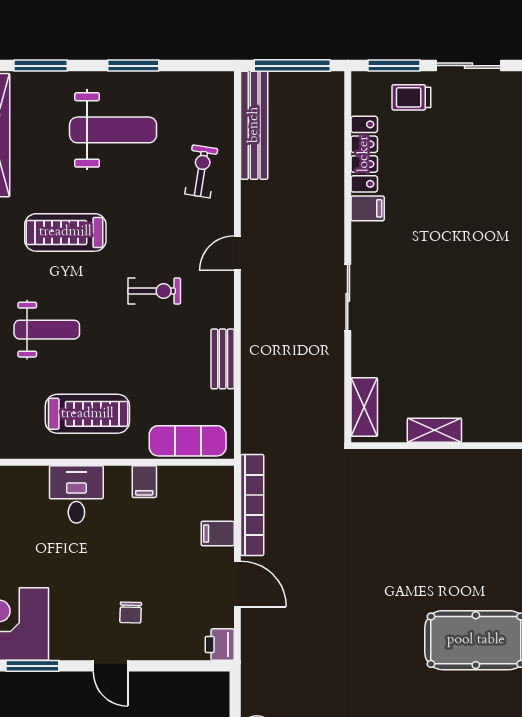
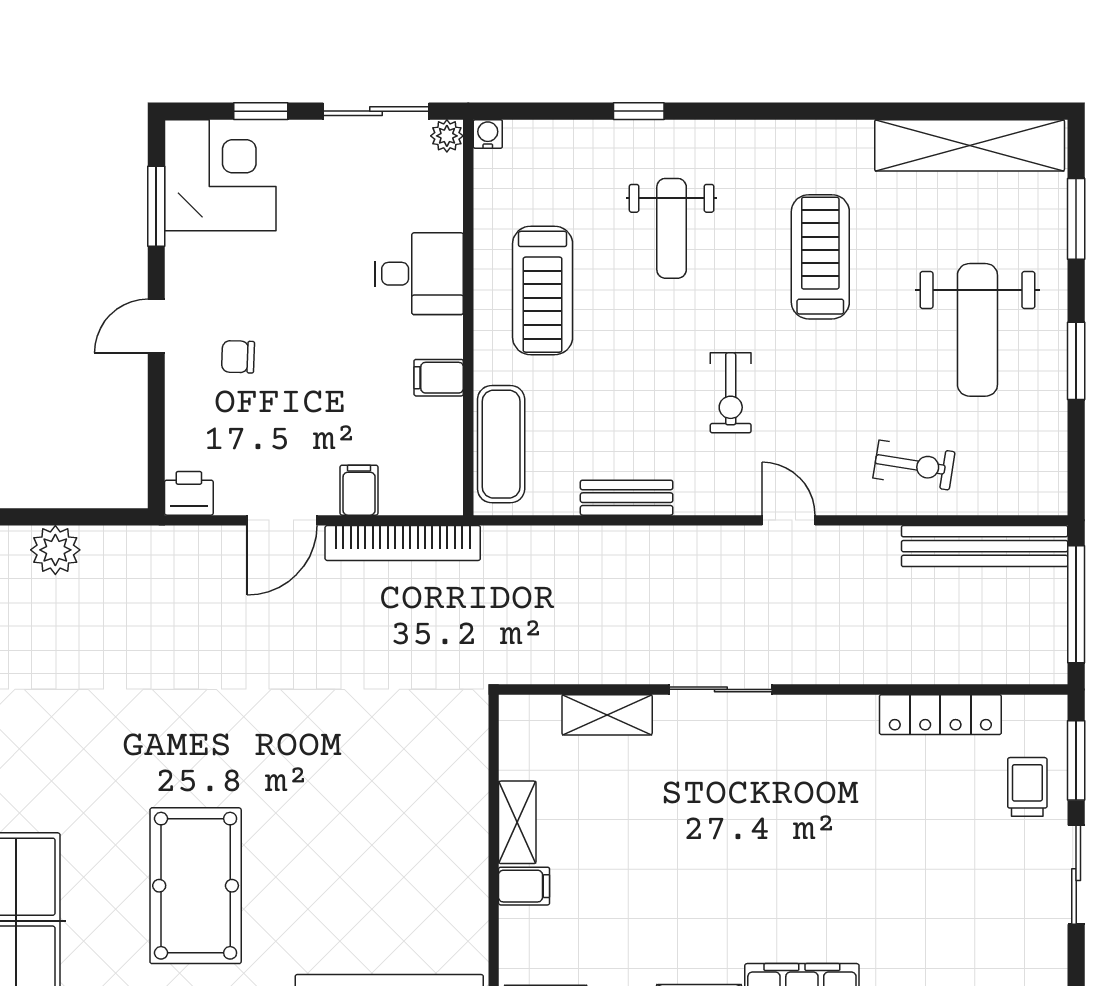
filing cabinet: (368, 208) -> (524, 886), moved, turned -90
shelving: (364, 407) -> (607, 715), moved

